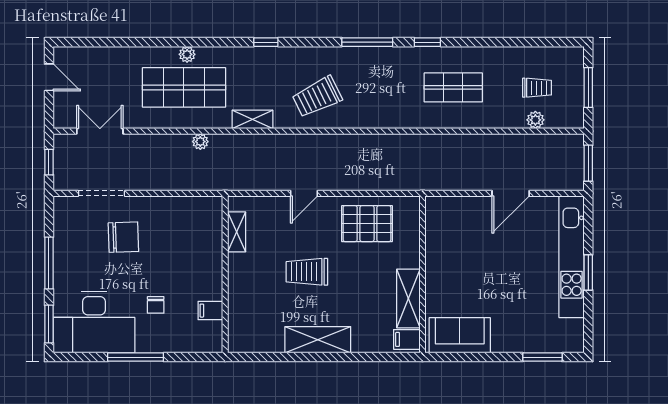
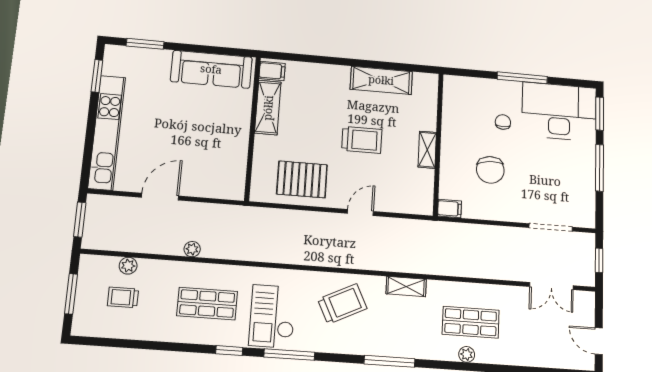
window: (266, 42) -> (389, 361), width x2.17
checkout: (387, 79) -> (272, 316), added
shop shelf: (184, 87) -> (471, 322), width x0.70, depth x0.74
plant: (200, 142) -> (192, 249), moved
shelving: (237, 232) -> (427, 150), moved
chair: (123, 237) -> (490, 170), moved, turned -93
window: (588, 272) -> (97, 76), moved
filing cabinet: (210, 311) -> (449, 209), moved
sofa: (460, 335) -> (211, 69), width x1.36
shelving: (318, 340) -> (381, 80), moved

